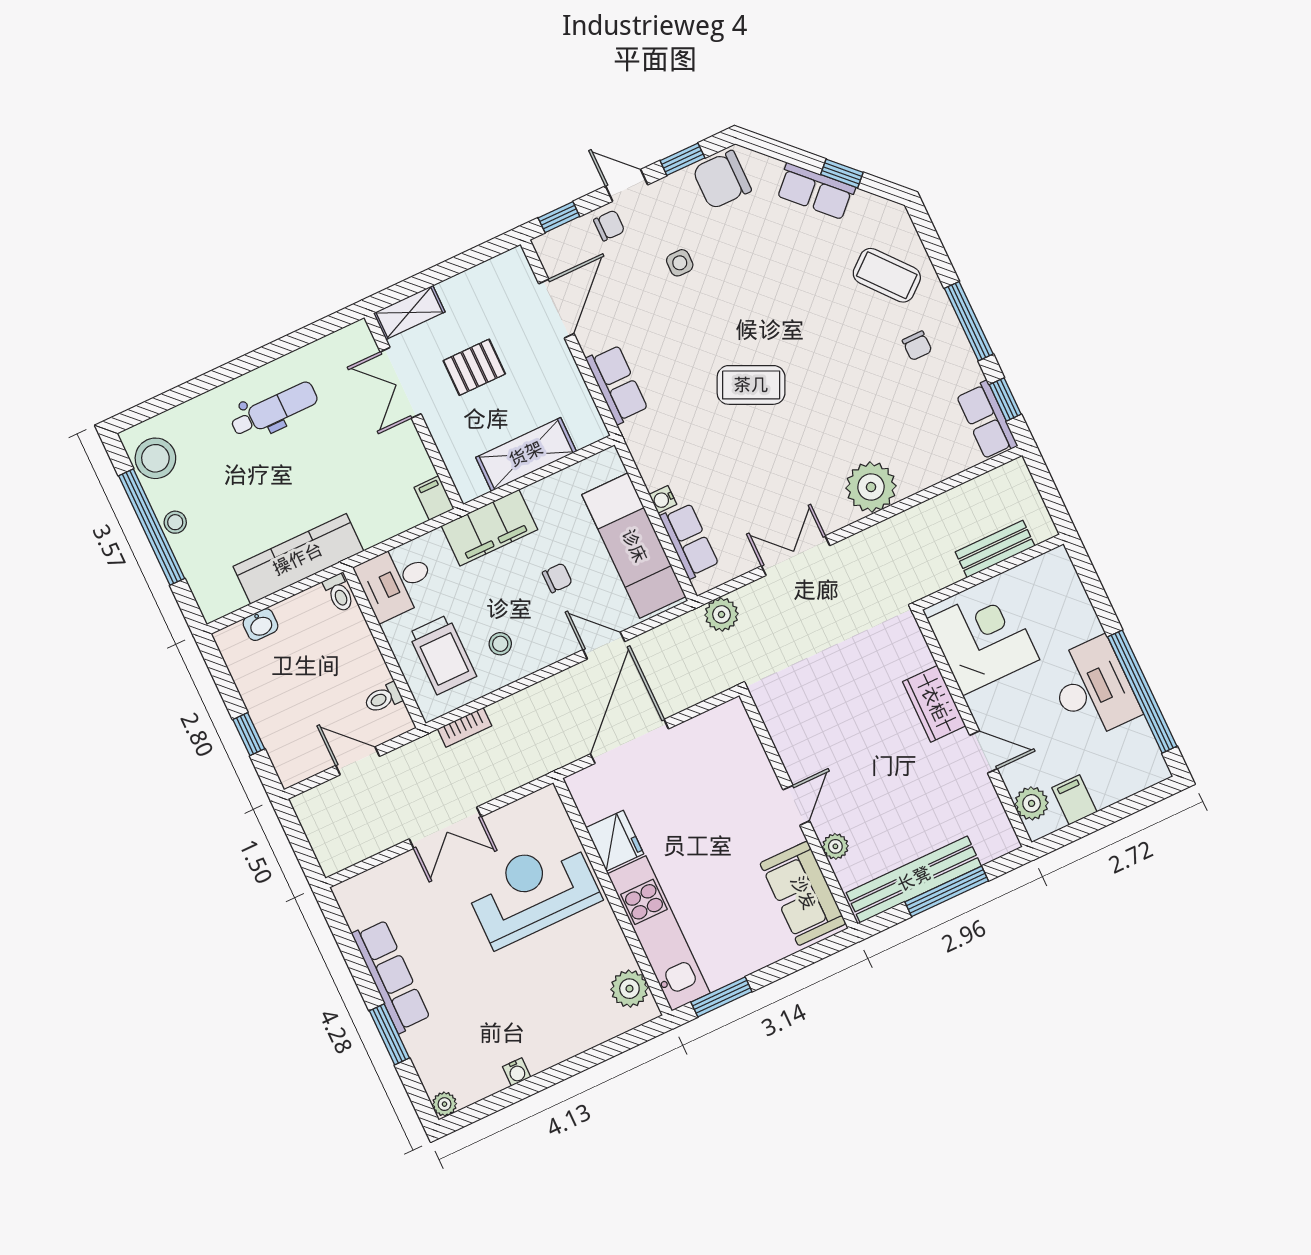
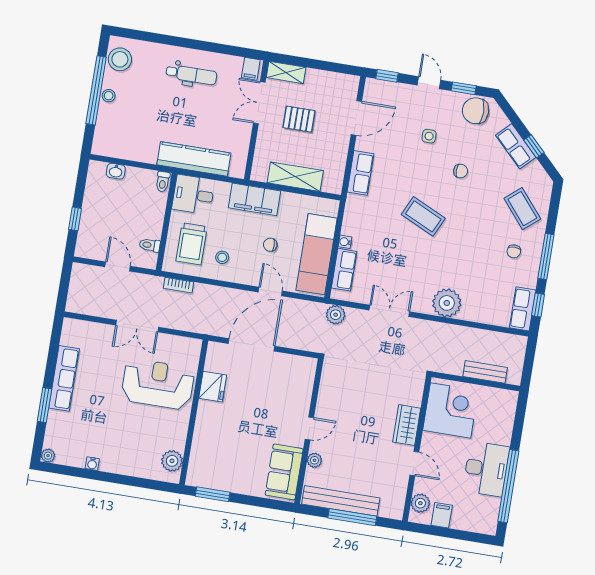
chair: (609, 225) -> (461, 171), moved
filing cabinet: (434, 498) -> (251, 69), moved, turned 180
kitchen counter: (298, 559) -> (194, 159), moved
chair: (557, 578) -> (270, 245), turned 180
kitchen unit: (659, 933) -> (204, 444), removed

